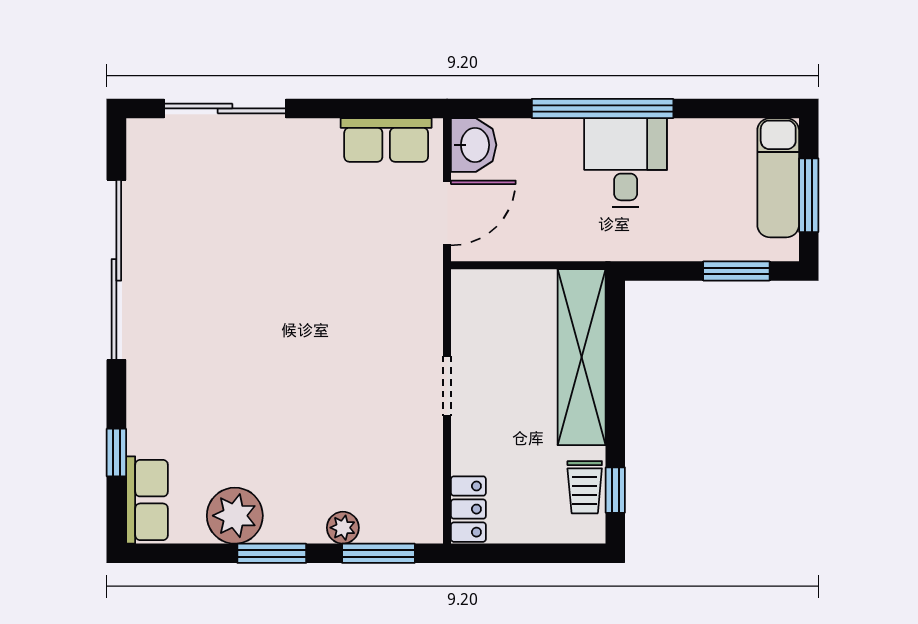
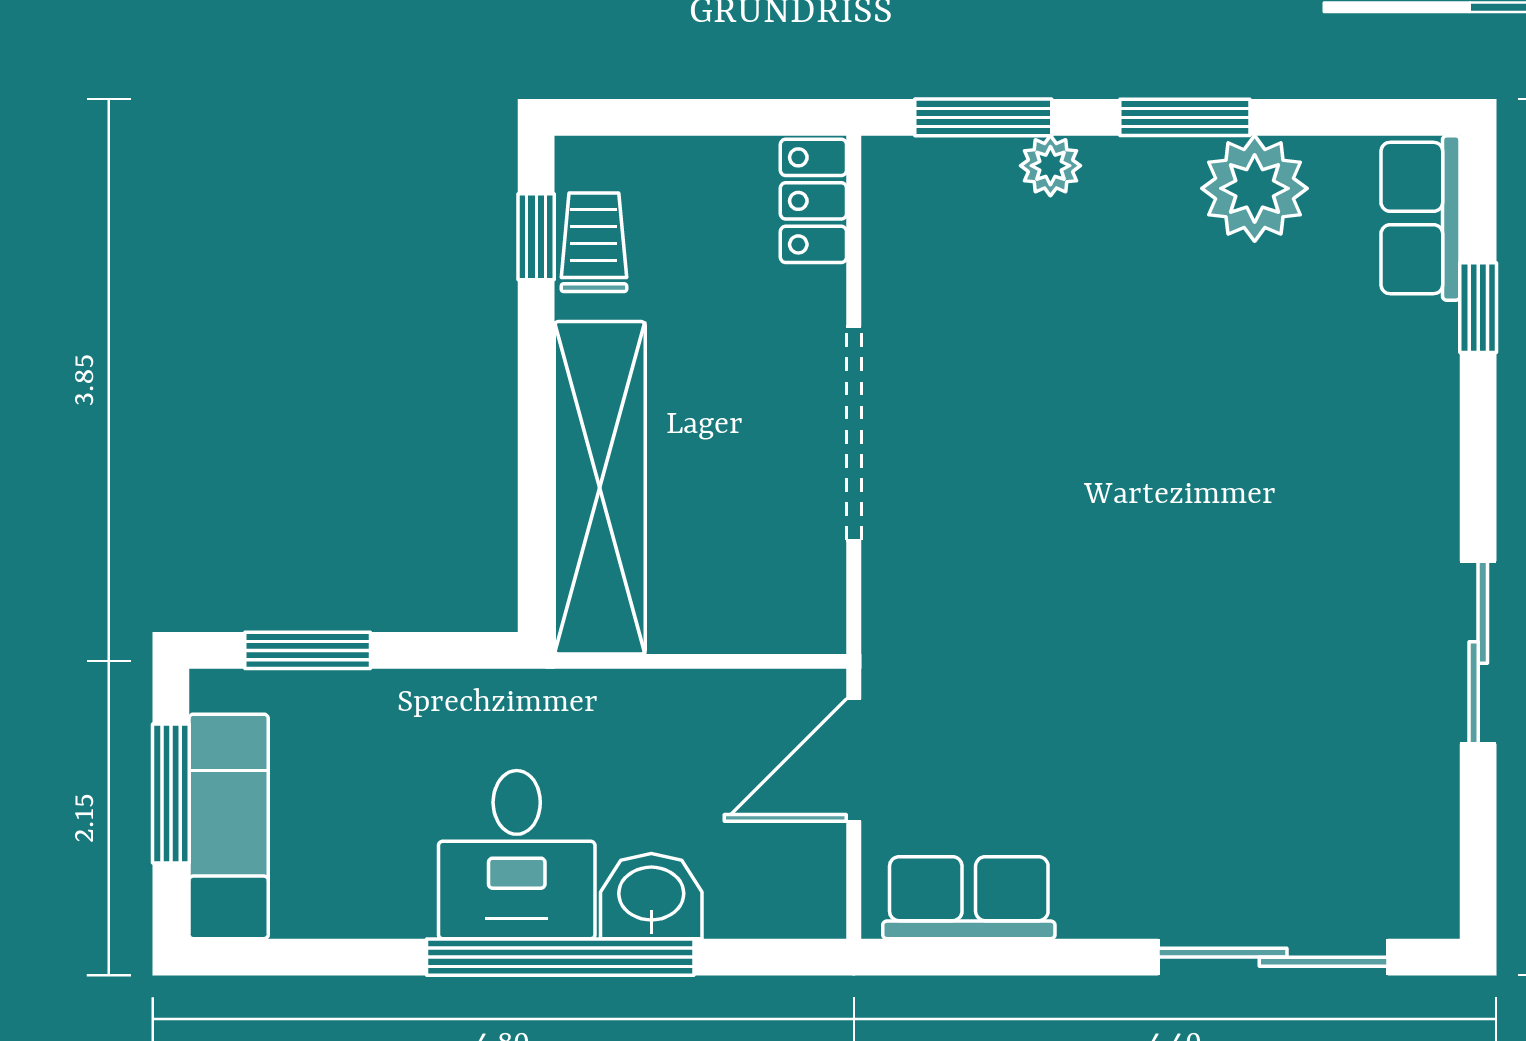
washbasin: (474, 145) -> (651, 896), moved, turned 90
sliding door: (116, 270) -> (1478, 652), width x0.54
doorway: (447, 386) -> (854, 433), width x1.88

